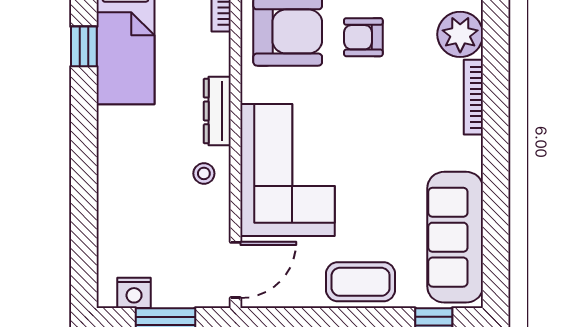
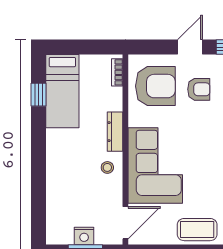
armchair: (363, 37) -> (199, 89), turned 180
nightstand: (134, 293) -> (84, 236), moved

